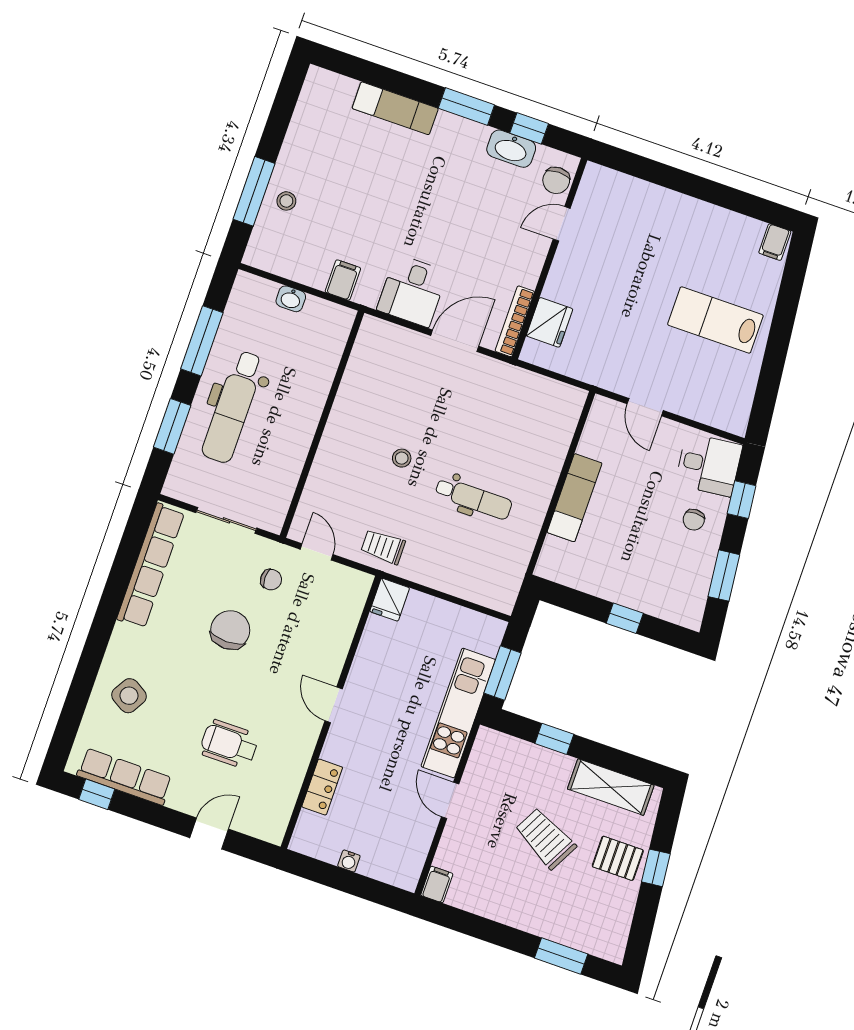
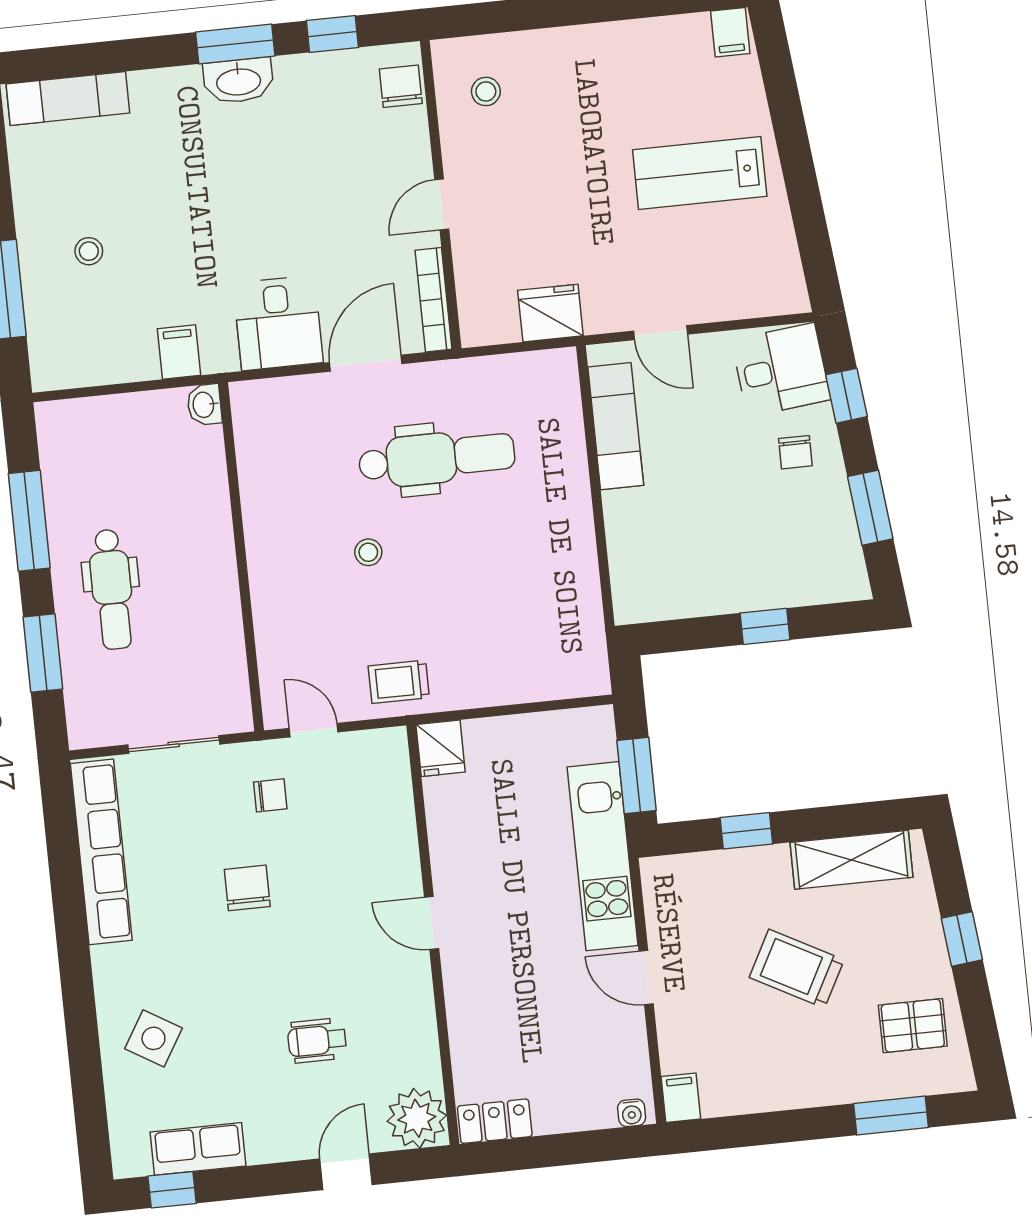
exam couch: (395, 108) -> (68, 98), moved
washbasin: (511, 149) -> (238, 81), moved
chair: (556, 180) -> (401, 86), turned 180
stool: (286, 201) -> (89, 251), moved
stool: (607, 208) -> (486, 91), added
door: (562, 224) -> (442, 204), moved
washbasin: (291, 299) -> (204, 405), moved, turned 90
fridge: (550, 322) -> (550, 313), moved, turned -90
dental chair: (233, 407) -> (112, 589), width x0.73, depth x0.72
dental chair: (474, 498) -> (437, 458), moved, width x1.36, depth x1.38
exam couch: (575, 498) -> (616, 426), moved
chair: (230, 630) -> (247, 888), width x0.73, depth x0.73
wheelchair: (229, 744) -> (317, 1040), width x0.73, depth x0.73
row of seats: (124, 777) -> (198, 1149), width x0.68
locker: (322, 787) -> (495, 1121), moved, turned -90
plant: (268, 821) -> (417, 1118), added
pallet: (618, 858) -> (913, 1026), moved
water cooler: (349, 861) -> (632, 1113), moved

